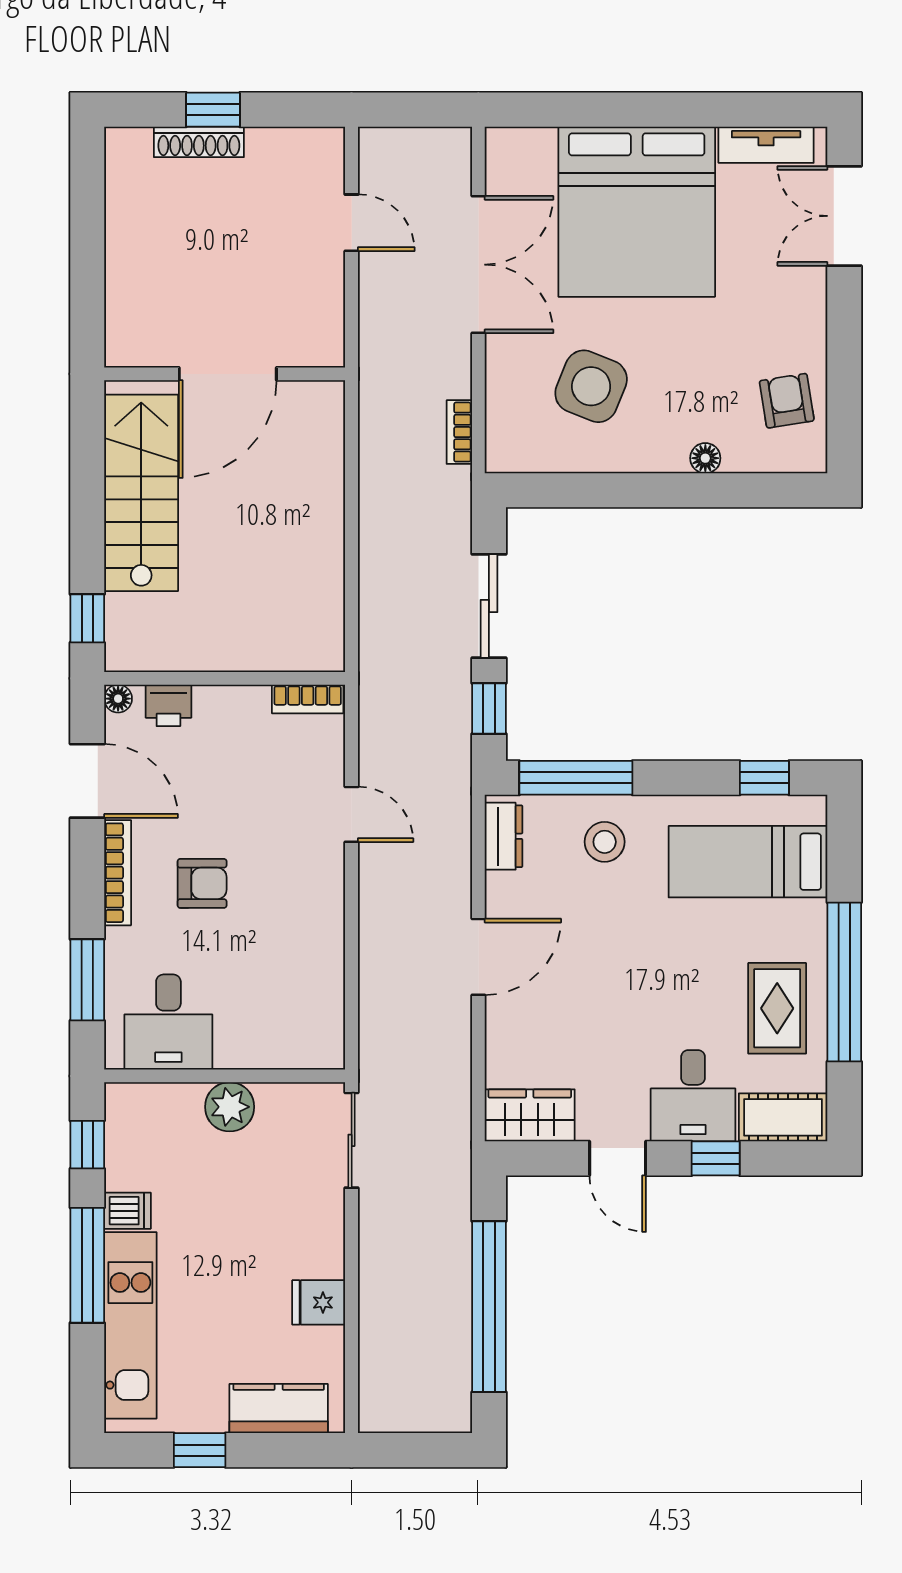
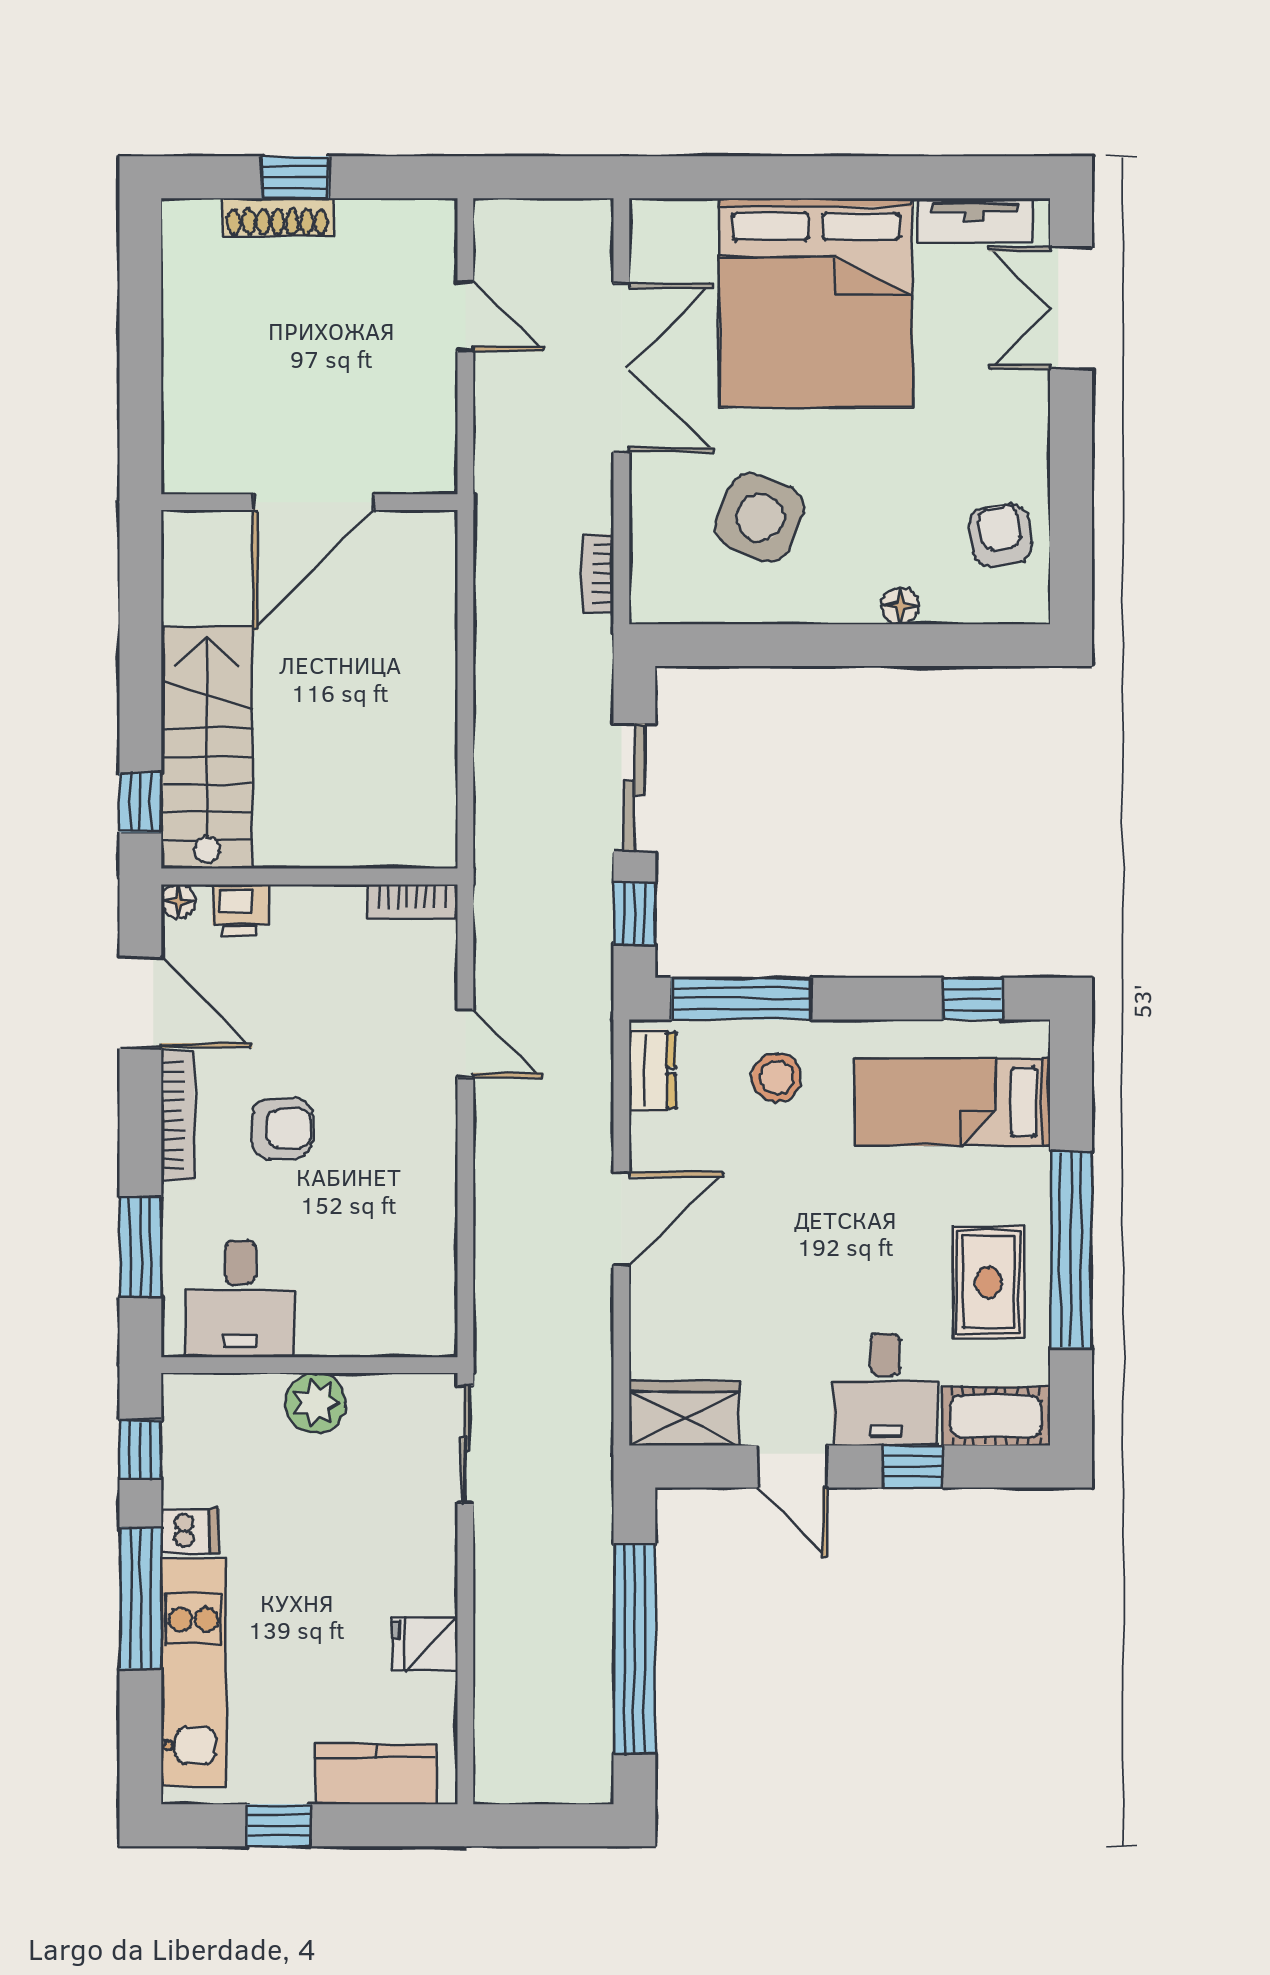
stairs: (141, 493) -> (207, 748), moved

